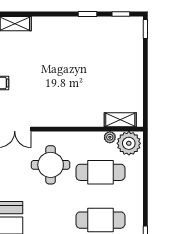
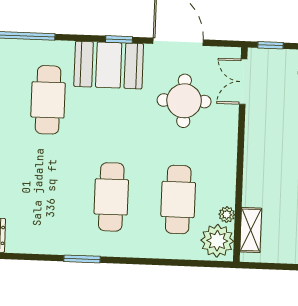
round table: (51, 165) -> (184, 101), moved

